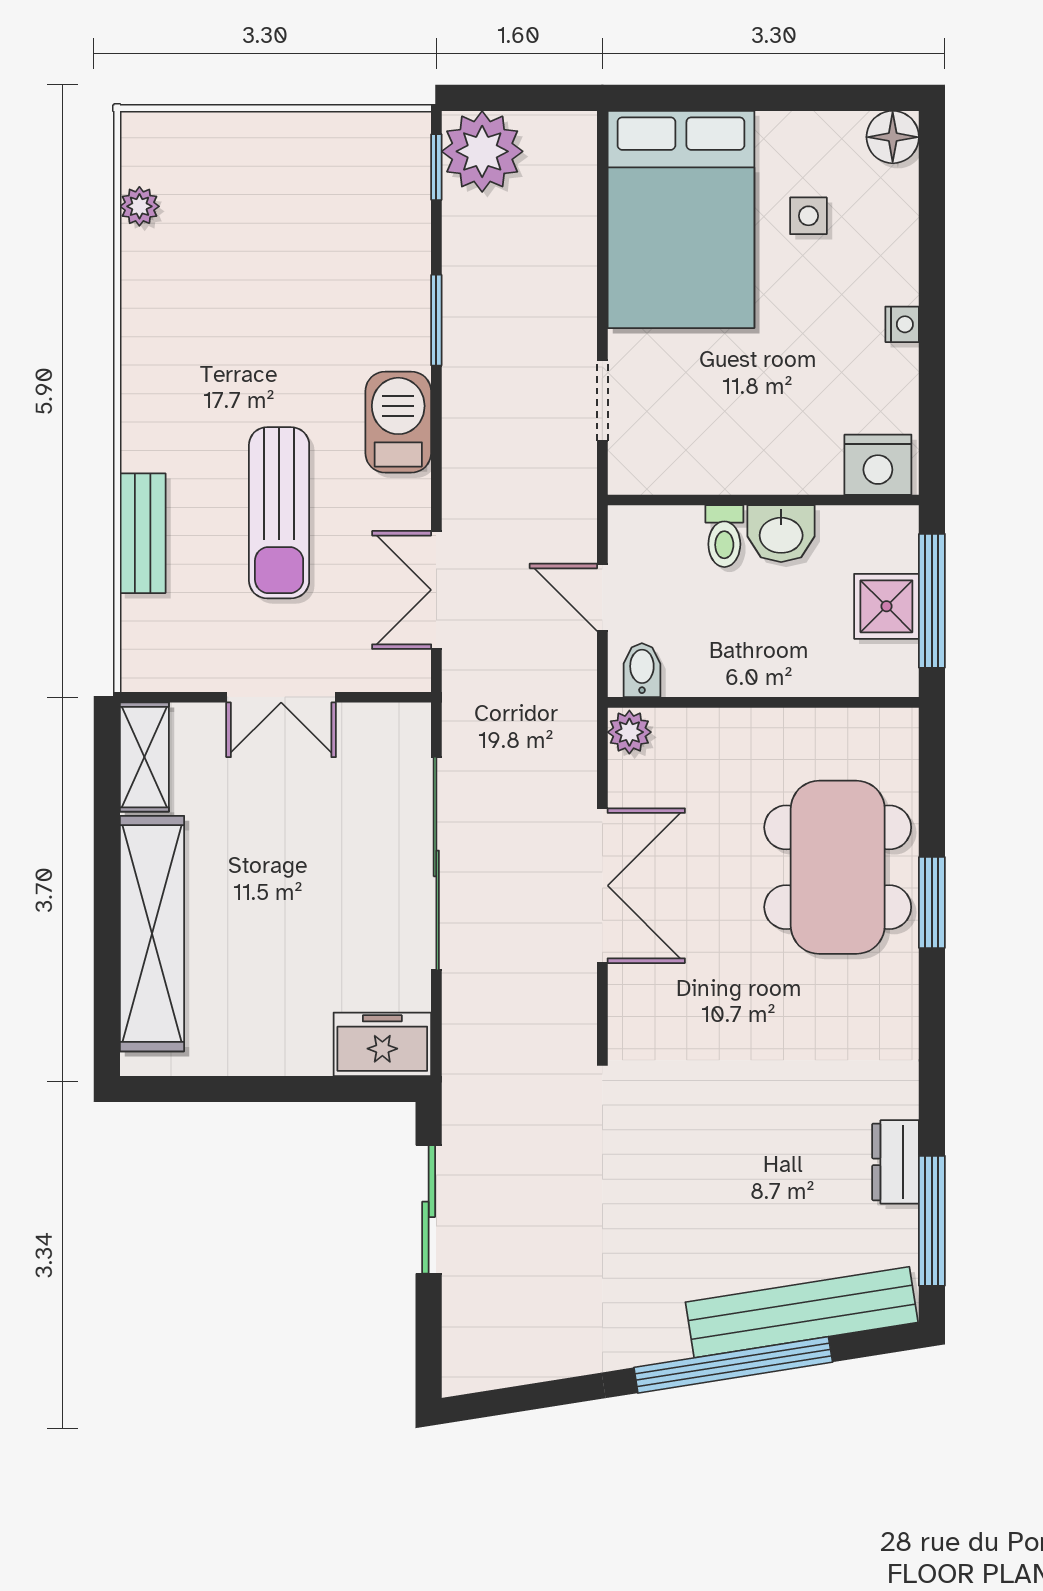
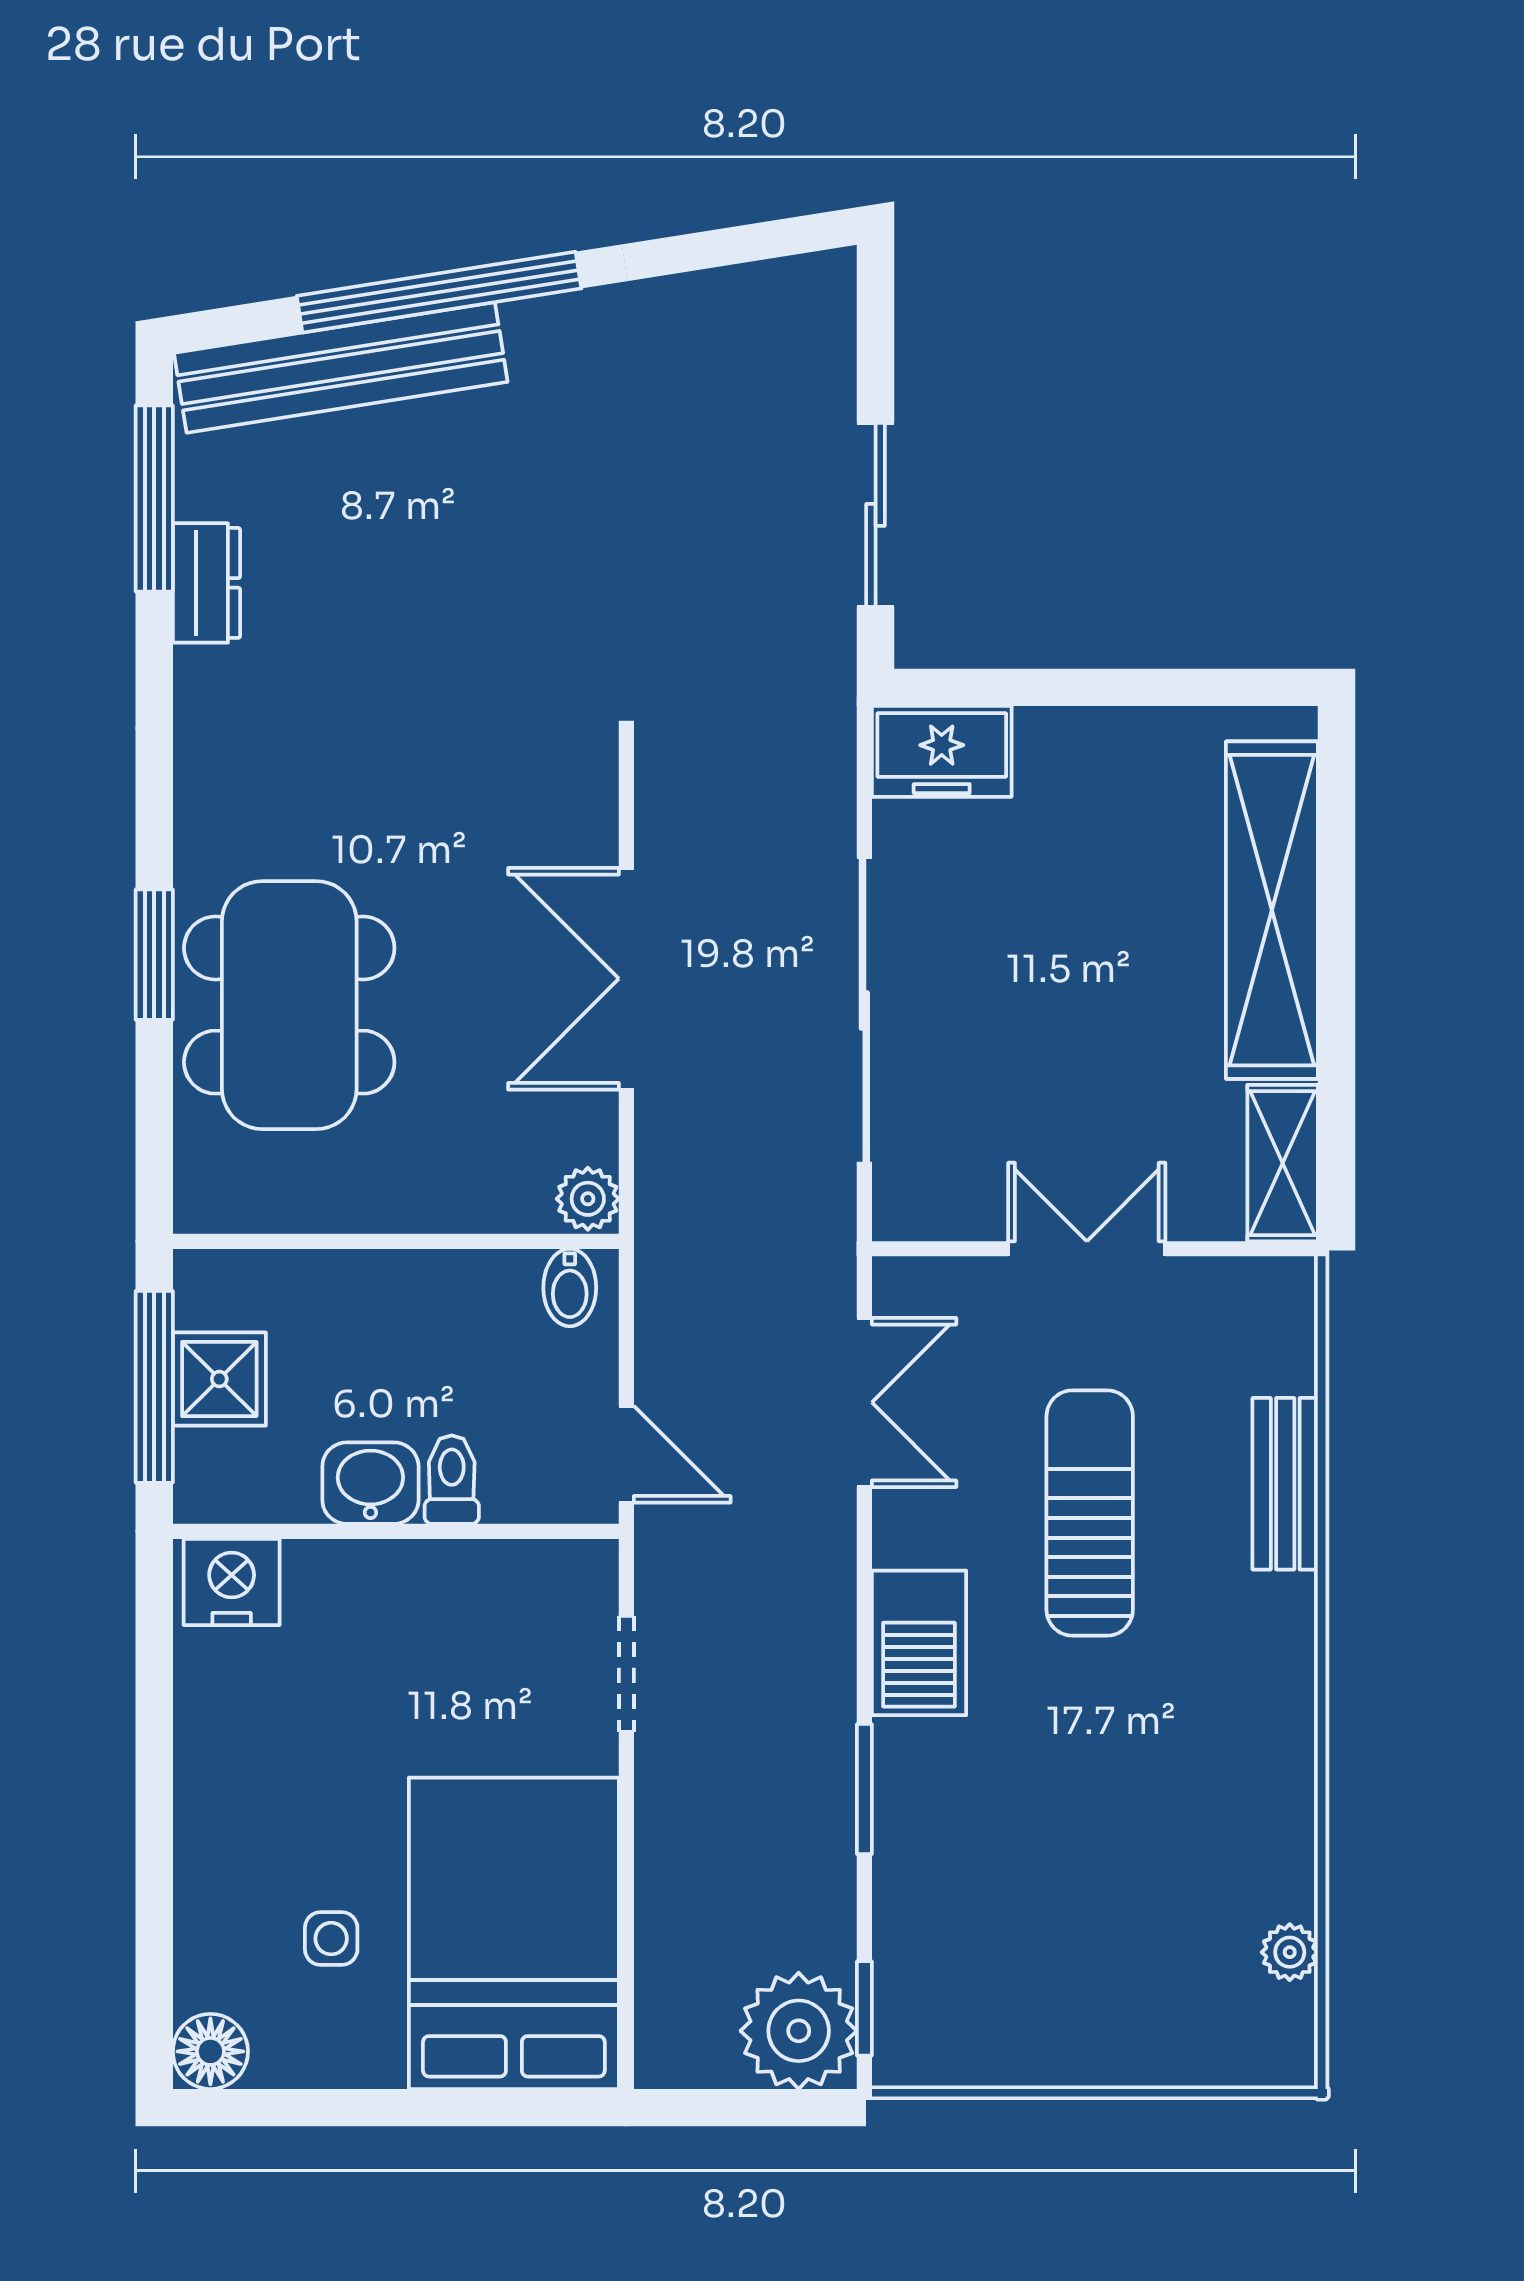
nightstand: (902, 324) -> (197, 1783), removed
door: (602, 597) -> (626, 1454), moved

